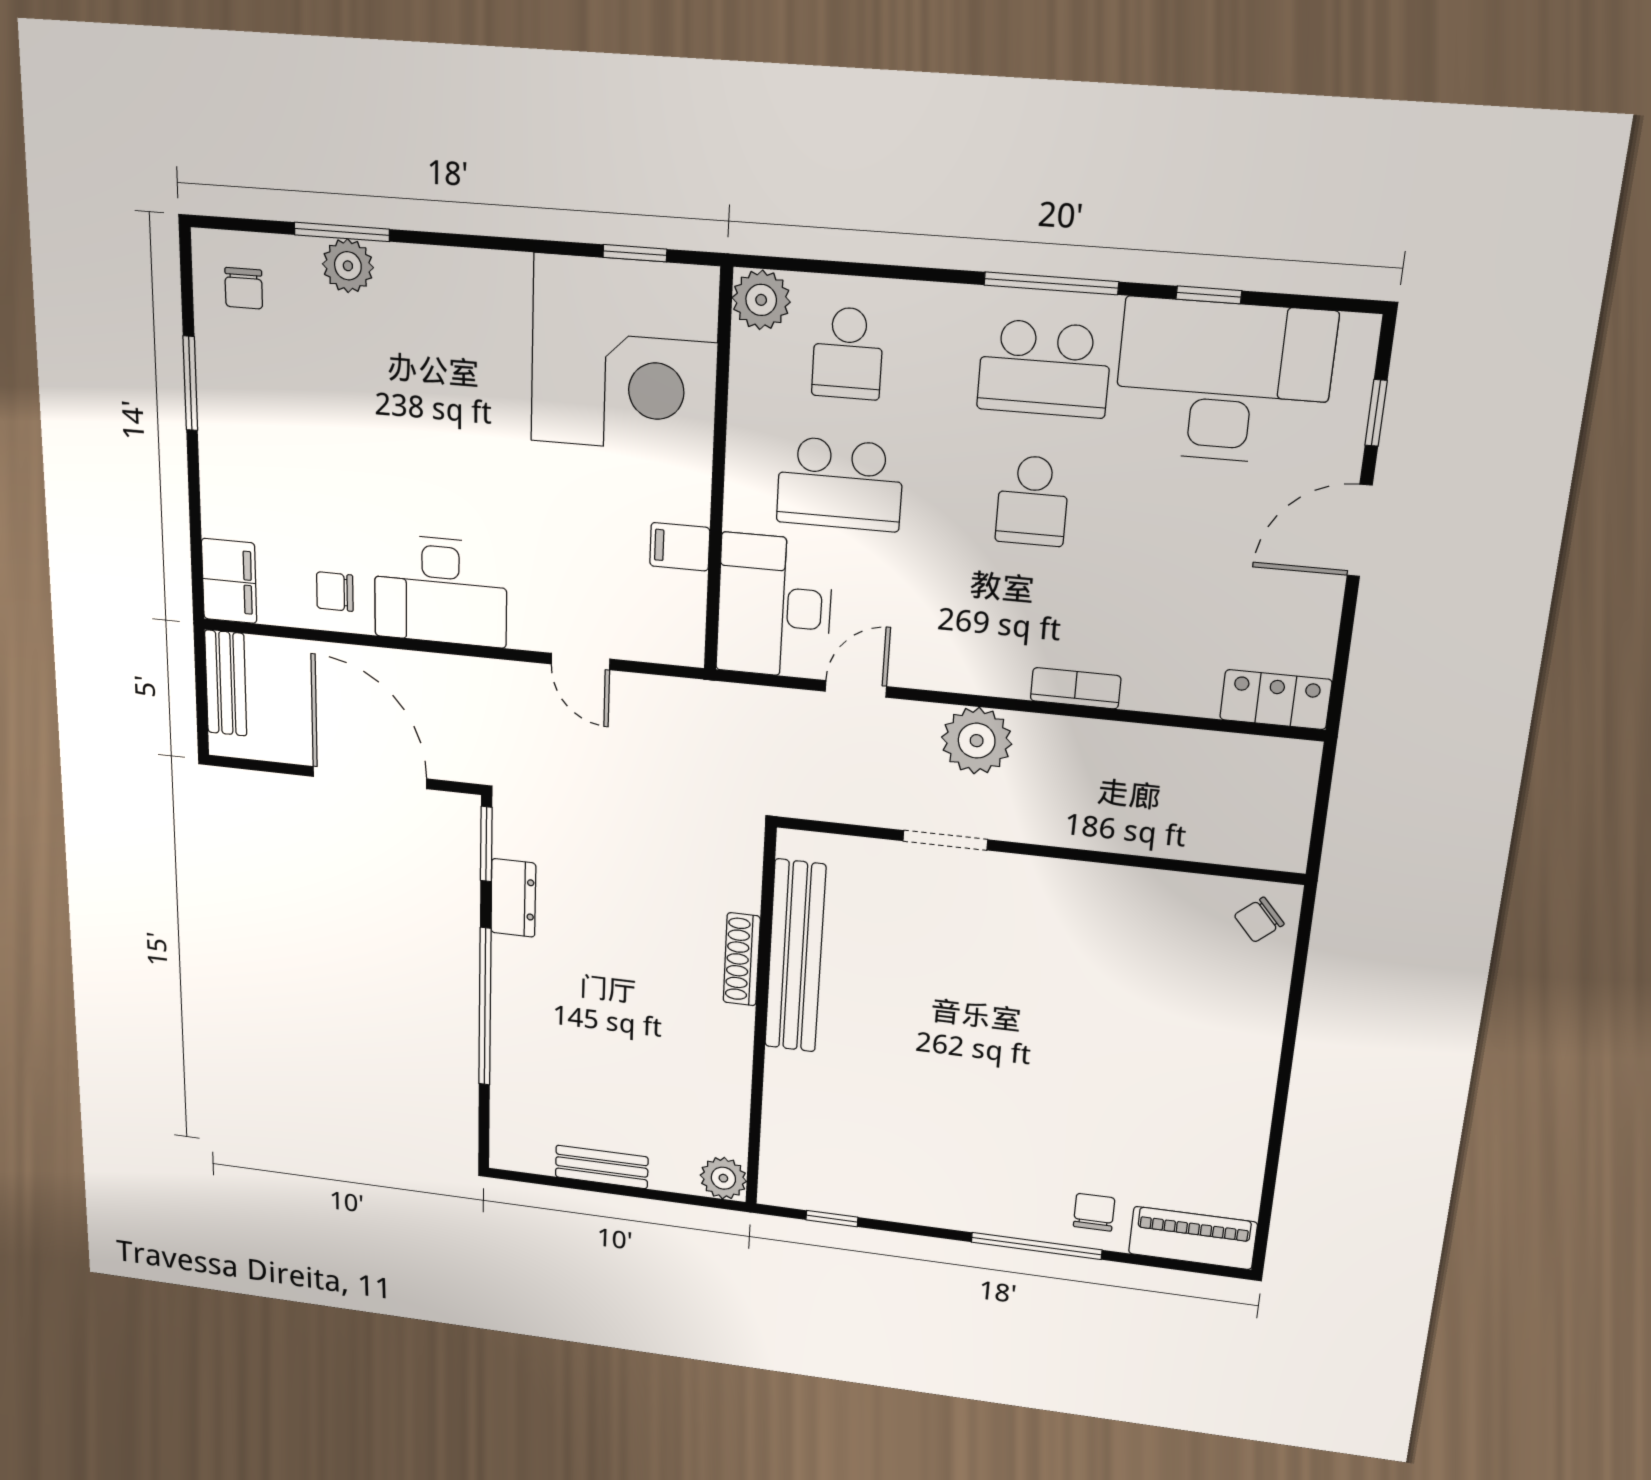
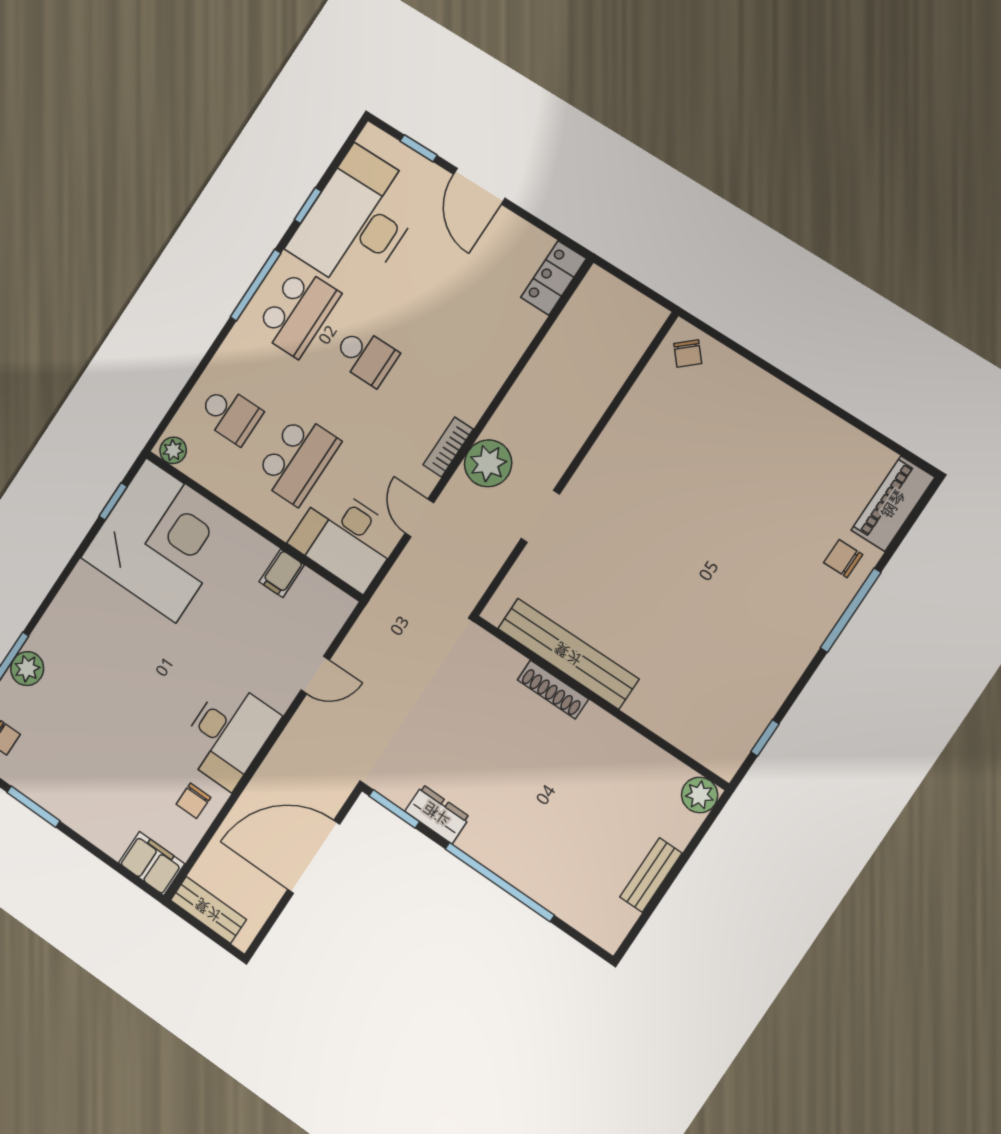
plant: (761, 300) -> (173, 450), width x0.73, depth x0.73
bookcase: (1076, 688) -> (448, 447), moved

